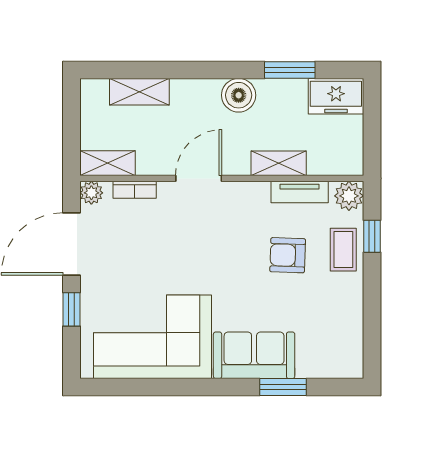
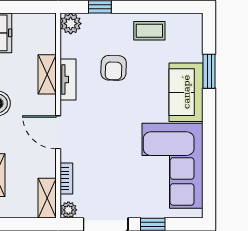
tv unit: (300, 192) -> (68, 79), moved
coffee table: (343, 250) -> (149, 31), moved

